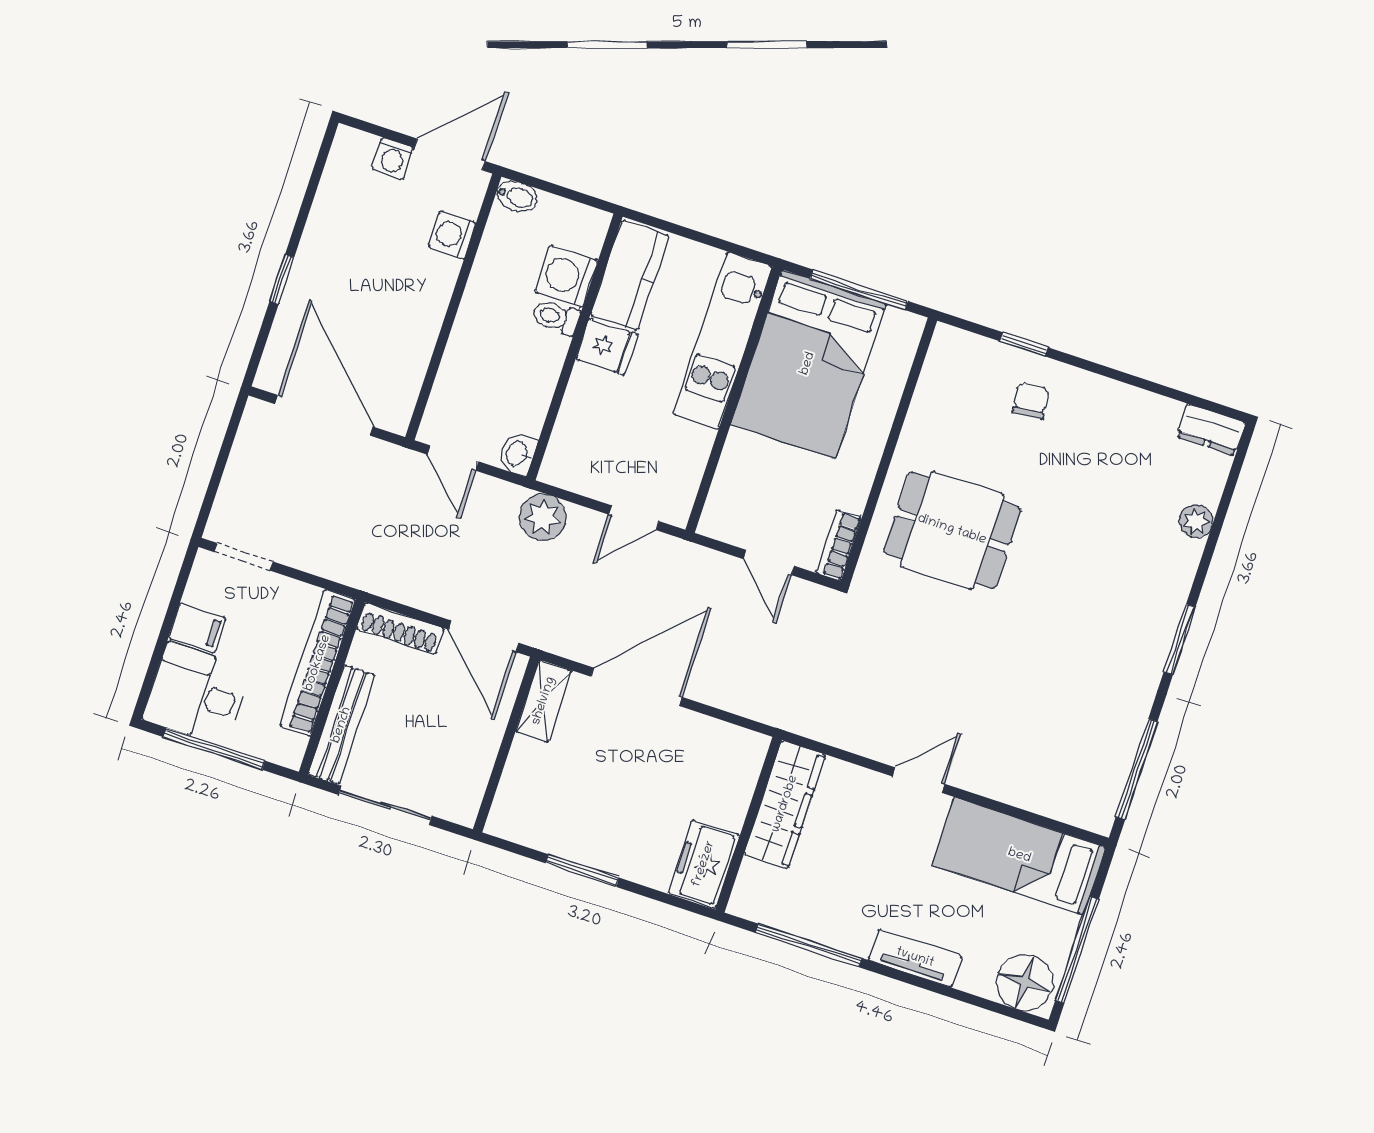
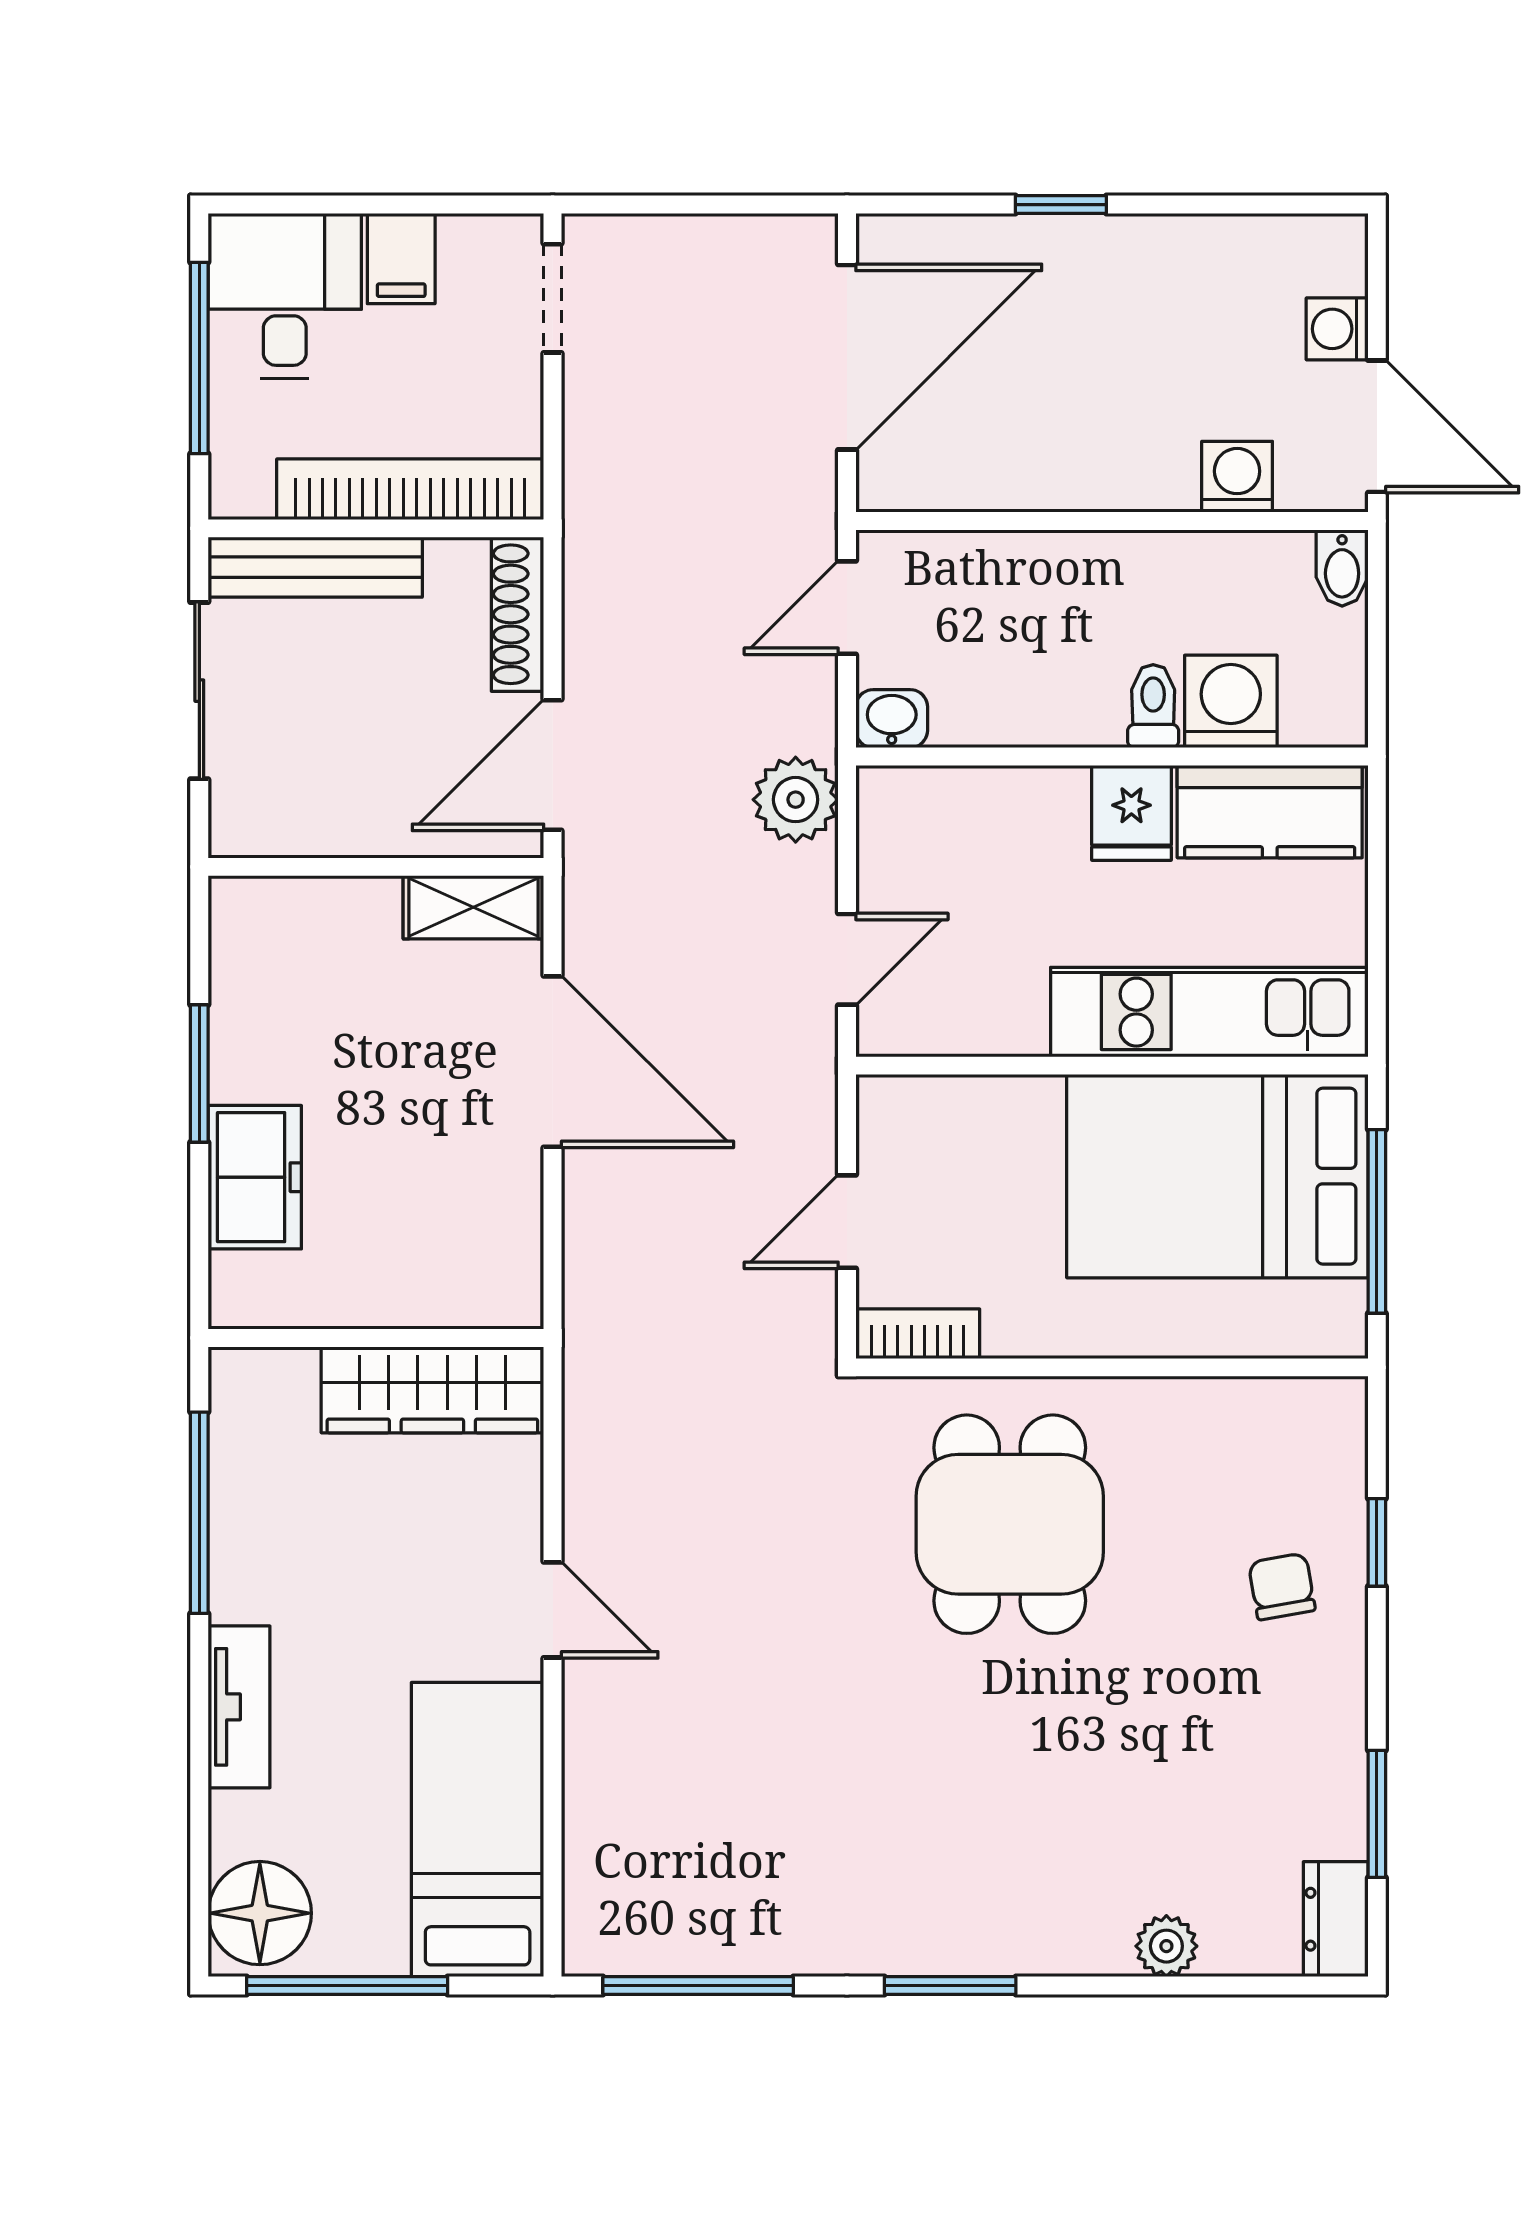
window: (1164, 391) -> (1377, 1814), added
chair: (1031, 401) -> (1282, 1586), turned -95
door: (634, 518) -> (847, 959), swing flipped
freezer: (704, 864) -> (255, 1177), moved, turned 90

